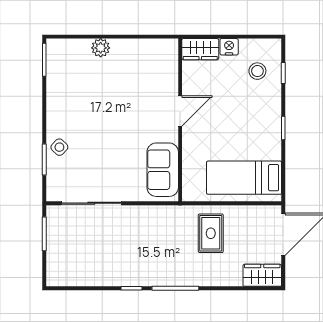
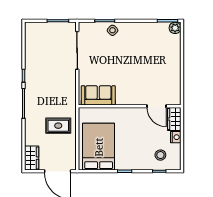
plant: (101, 48) -> (175, 28), moved
door: (180, 111) -> (156, 106), moved
bed: (244, 178) -> (99, 147), width x1.50

